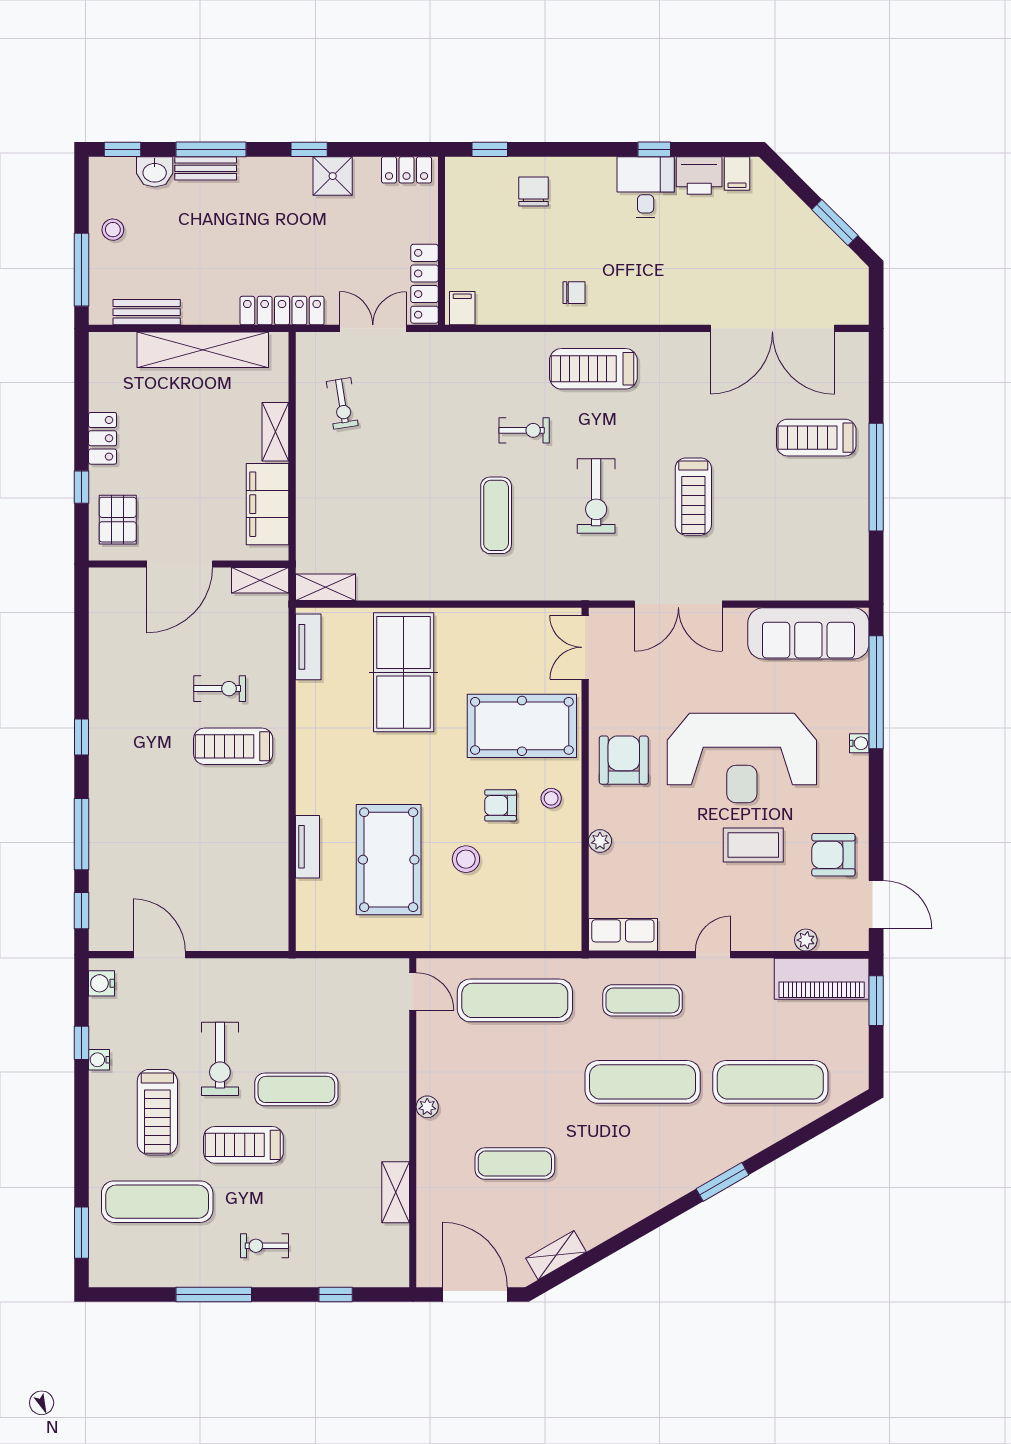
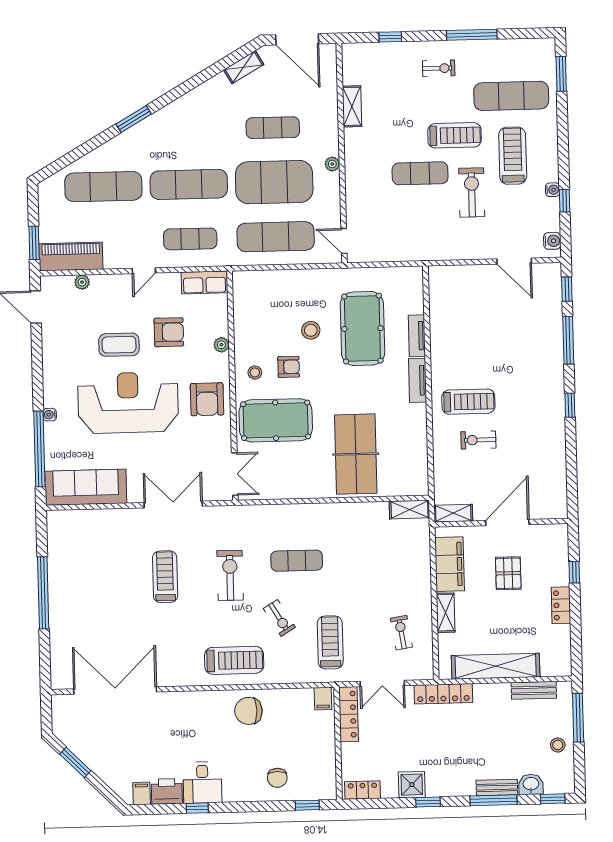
chair: (574, 293) -> (248, 711), width x1.87, depth x1.87
exercise bike: (524, 430) -> (279, 618), turned -121
treadmill: (816, 438) -> (330, 642), moved, turned -90
exercise mat: (496, 515) -> (297, 561), turned 90
pallet: (118, 520) -> (508, 573), moved
tv unit: (308, 647) -> (418, 380), moved
armchair: (833, 855) -> (169, 332), moved
exercise mat: (515, 1082) -> (274, 182), added

